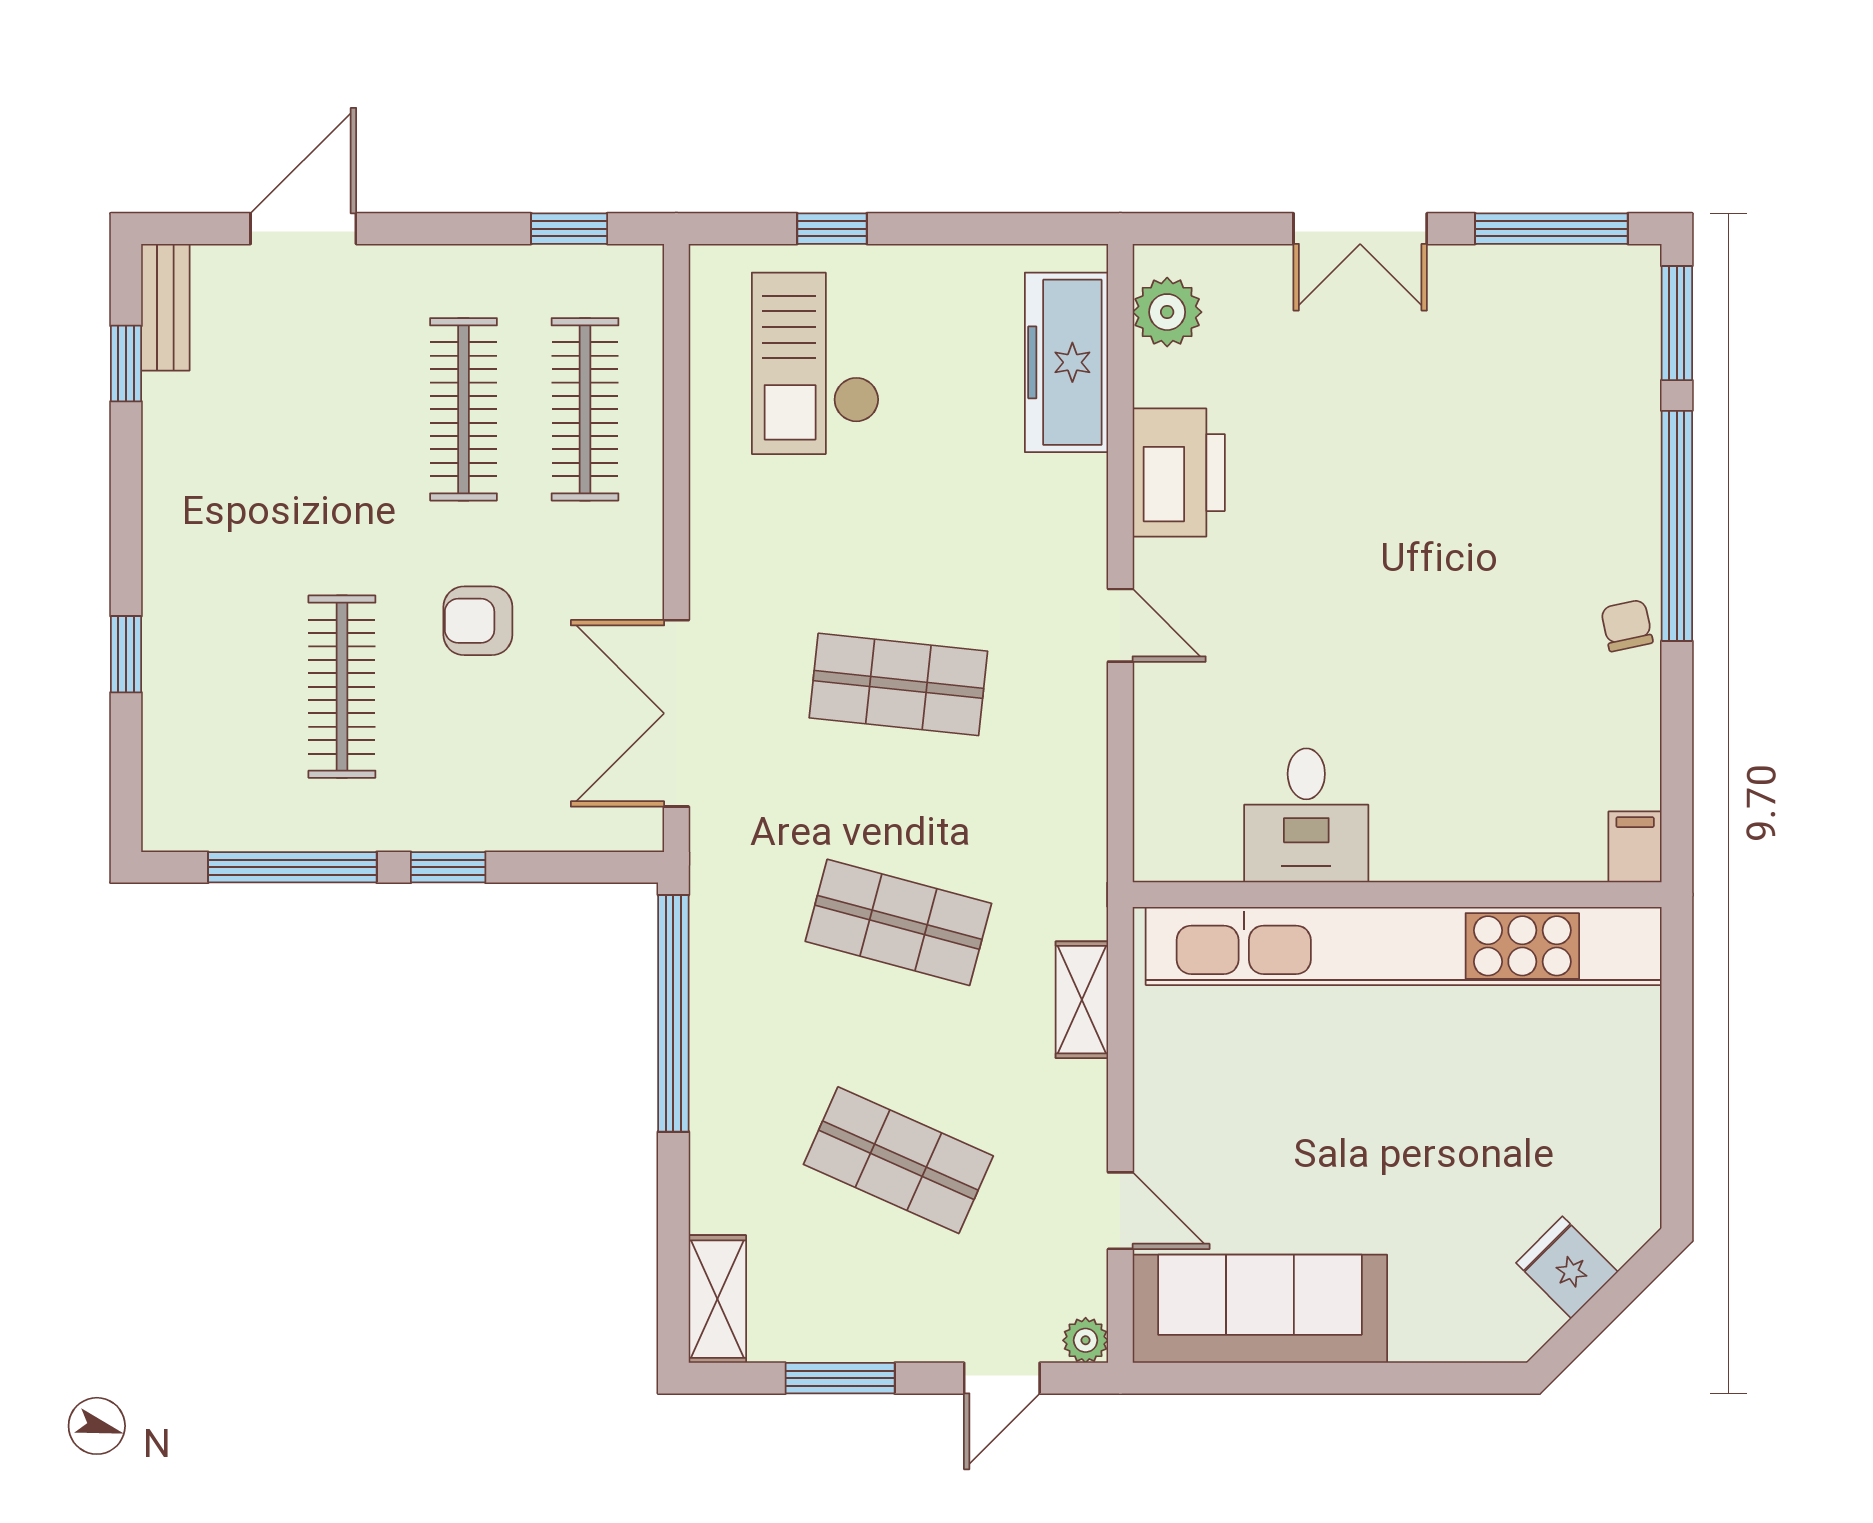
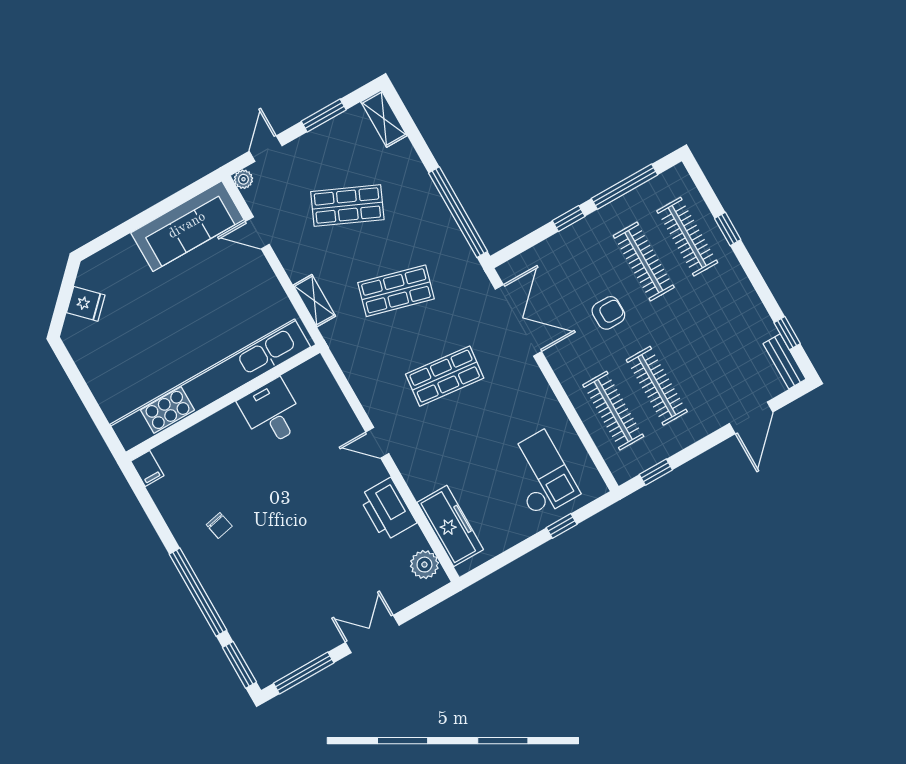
chair: (1627, 625) -> (219, 525), moved
clothes rail: (220, 687) -> (687, 237), added

